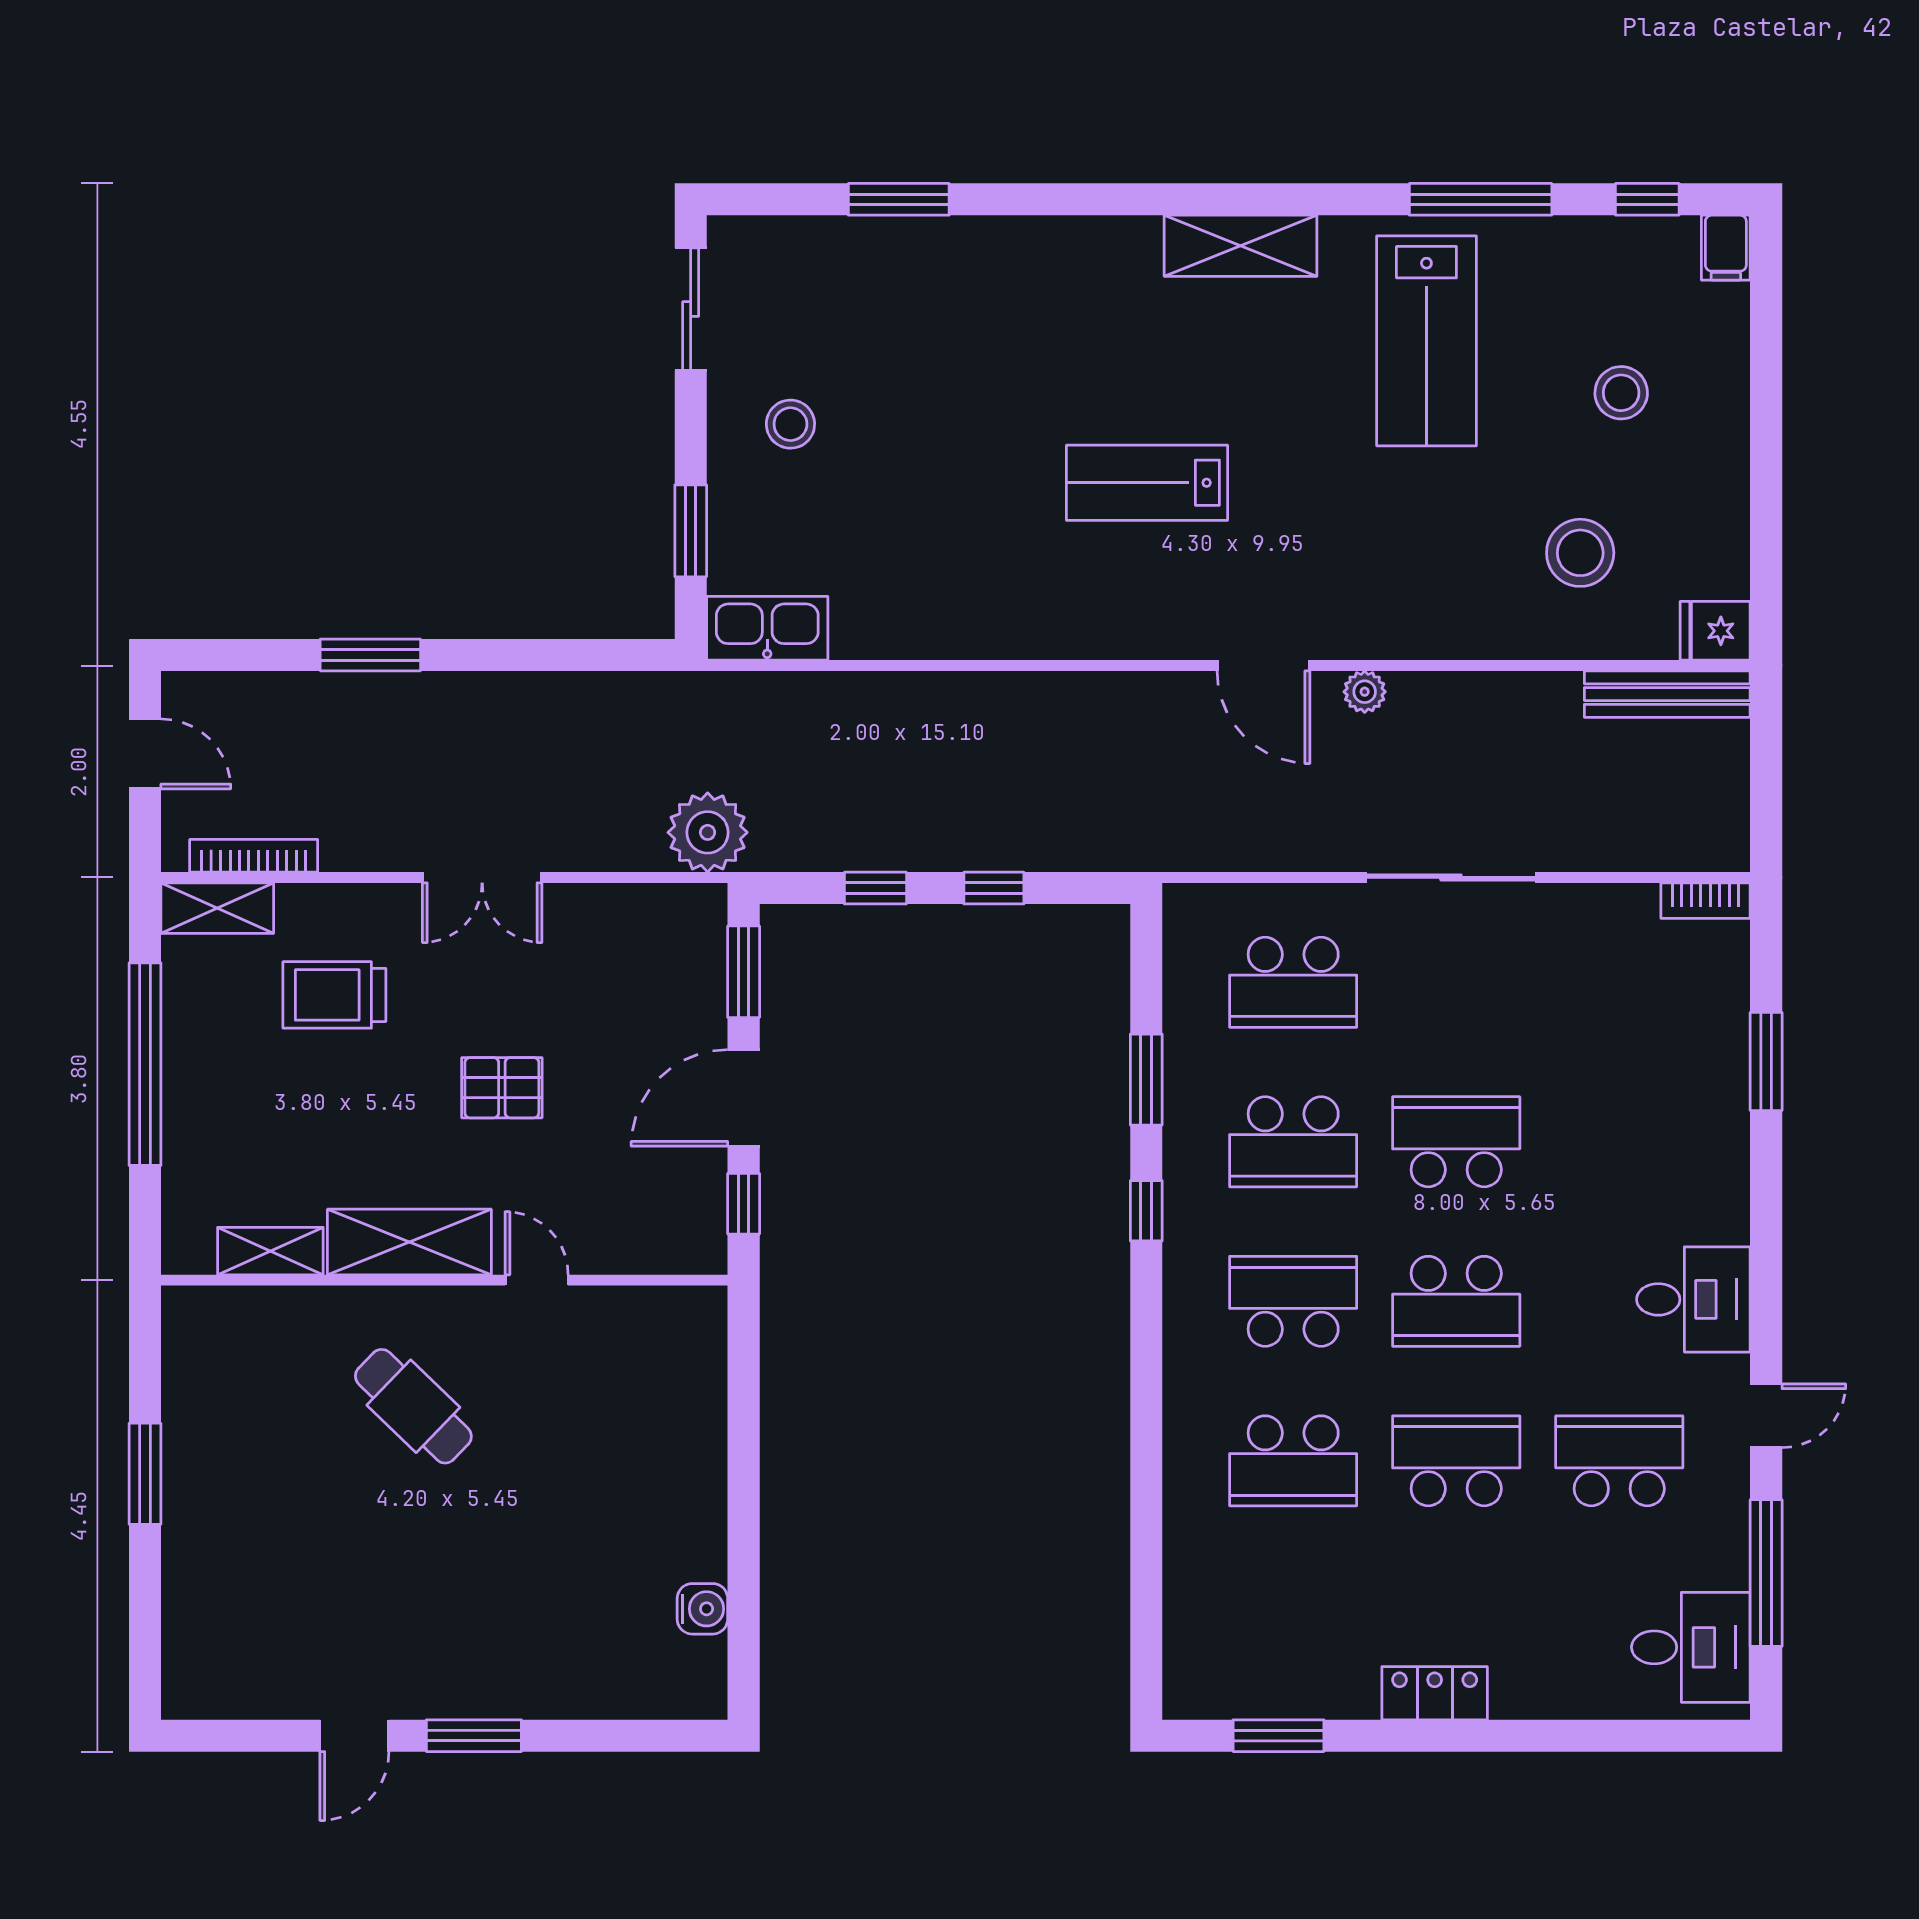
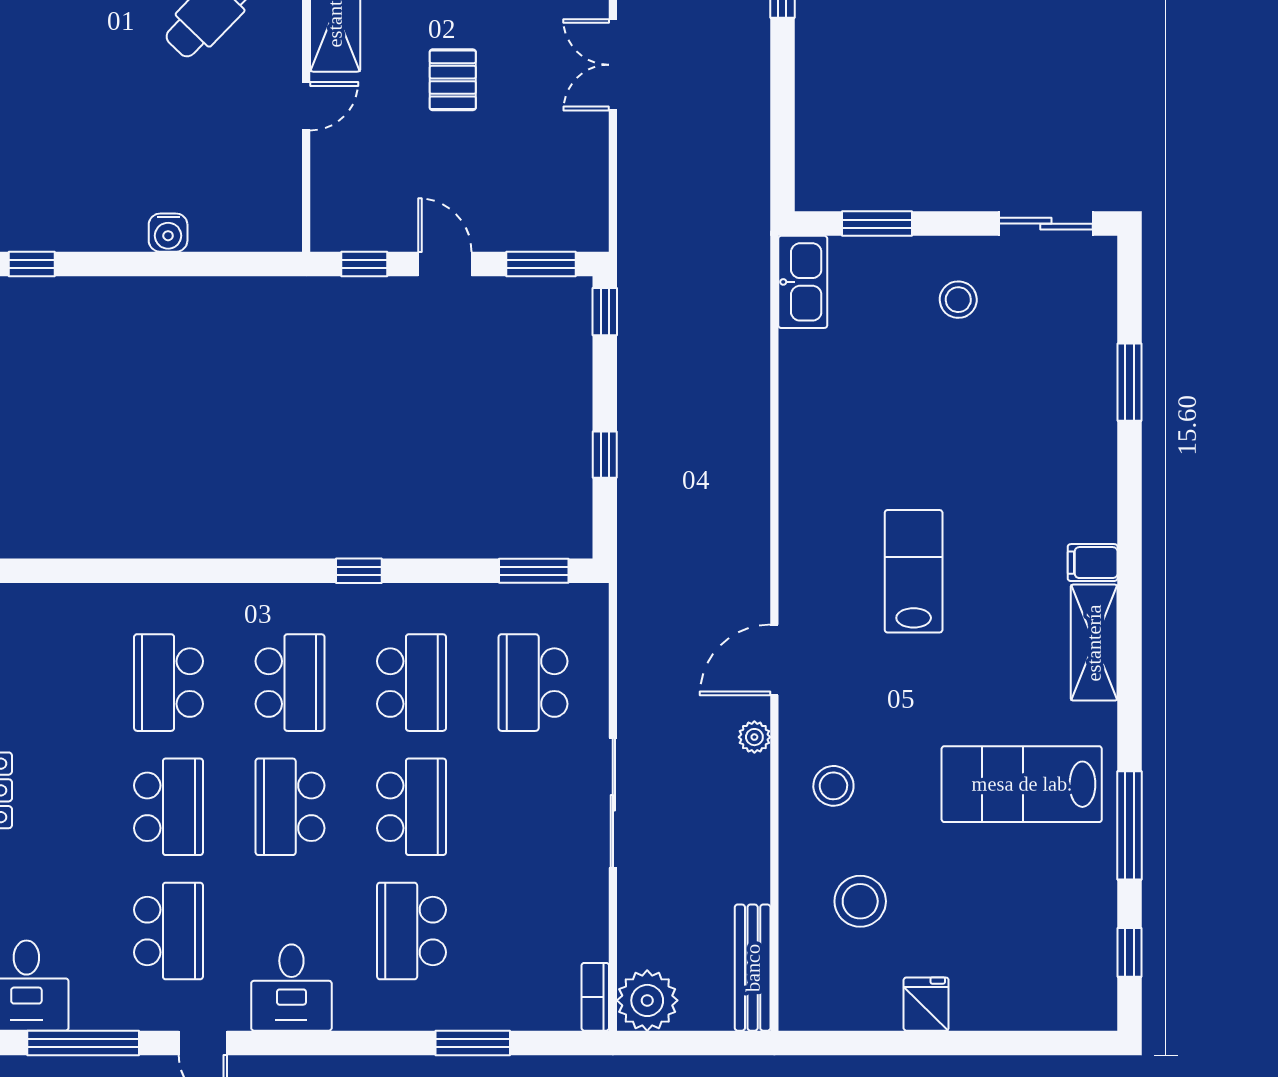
filing cabinet: (1726, 248) -> (1093, 563), moved
stool: (1621, 393) -> (833, 786), moved
fridge: (1715, 631) -> (926, 1004), moved
plant: (708, 832) -> (647, 1000), moved
window: (875, 888) -> (605, 312), moved
window: (1146, 1080) -> (534, 571), moved
door: (744, 1098) -> (445, 264), width x0.73
school desk: (1293, 1142) -> (412, 683), turned 180
school desk: (1619, 1142) -> (412, 931), added
water cooler: (702, 1609) -> (168, 233), moved
window: (744, 1640) -> (32, 264), added

